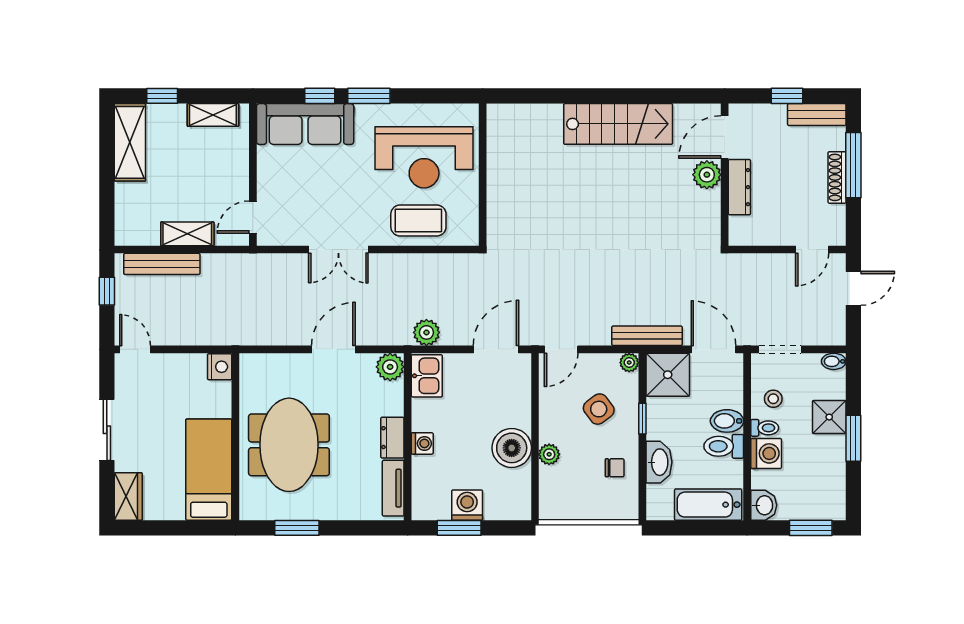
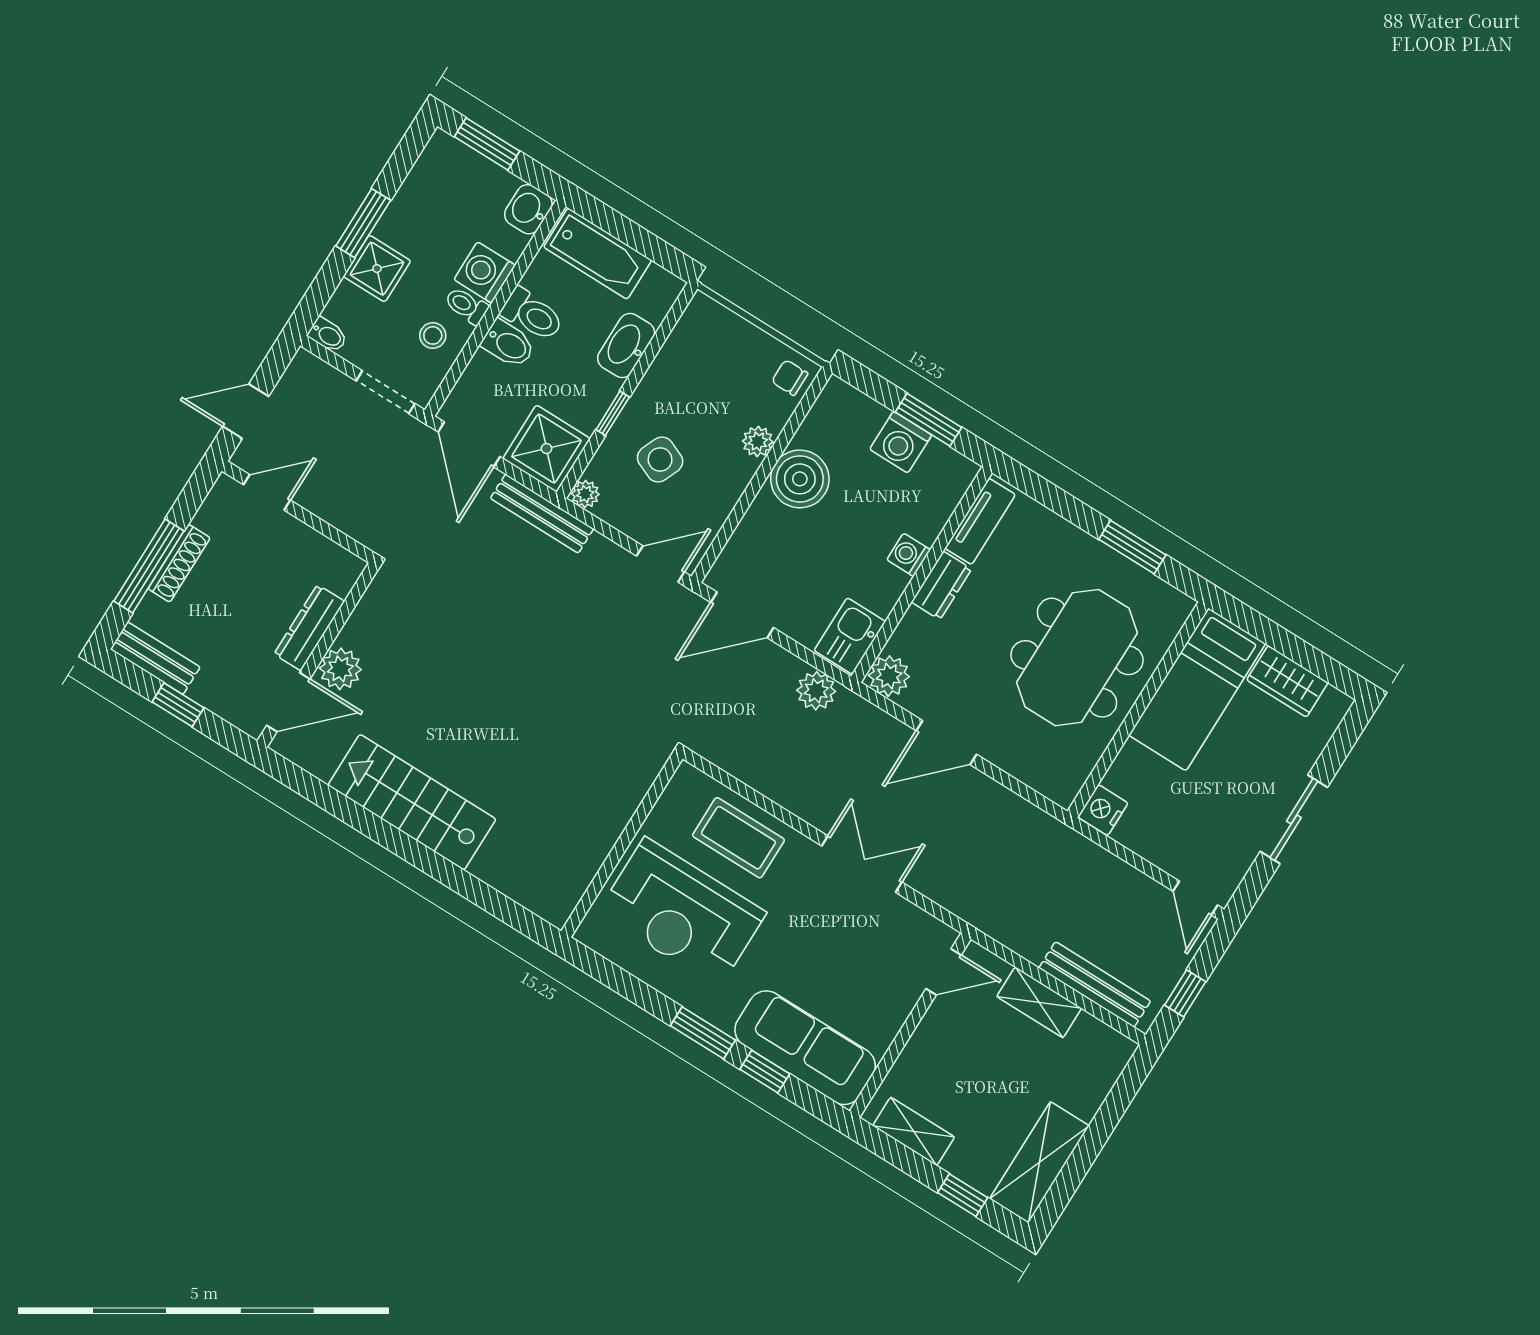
reception desk: (424, 157) -> (682, 913), turned 180
side table: (599, 409) -> (660, 460), turned -30
chair: (615, 468) -> (790, 377), moved
wardrobe: (128, 496) -> (1287, 681), moved, turned -90

